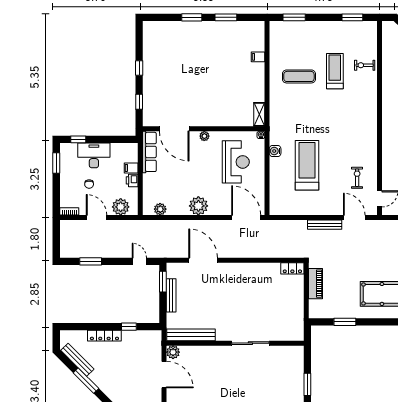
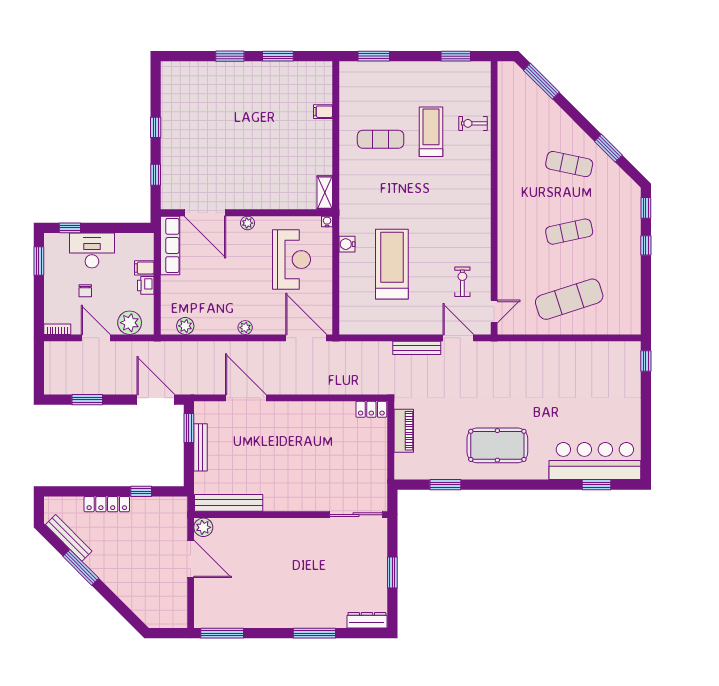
plant: (198, 206) -> (245, 328), width x0.53, depth x0.53
door: (139, 261) -> (156, 400), width x1.88
sliding door: (250, 343) -> (356, 515), moved

